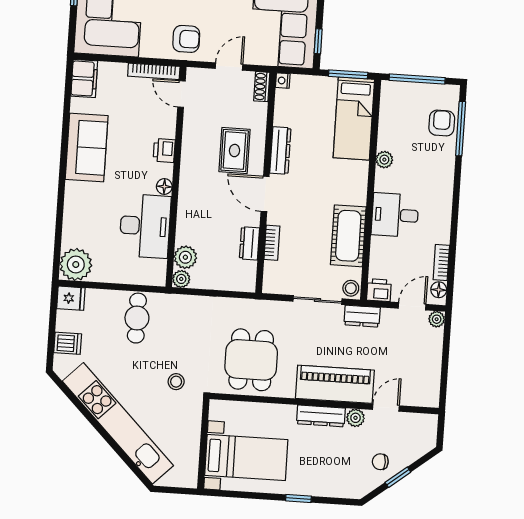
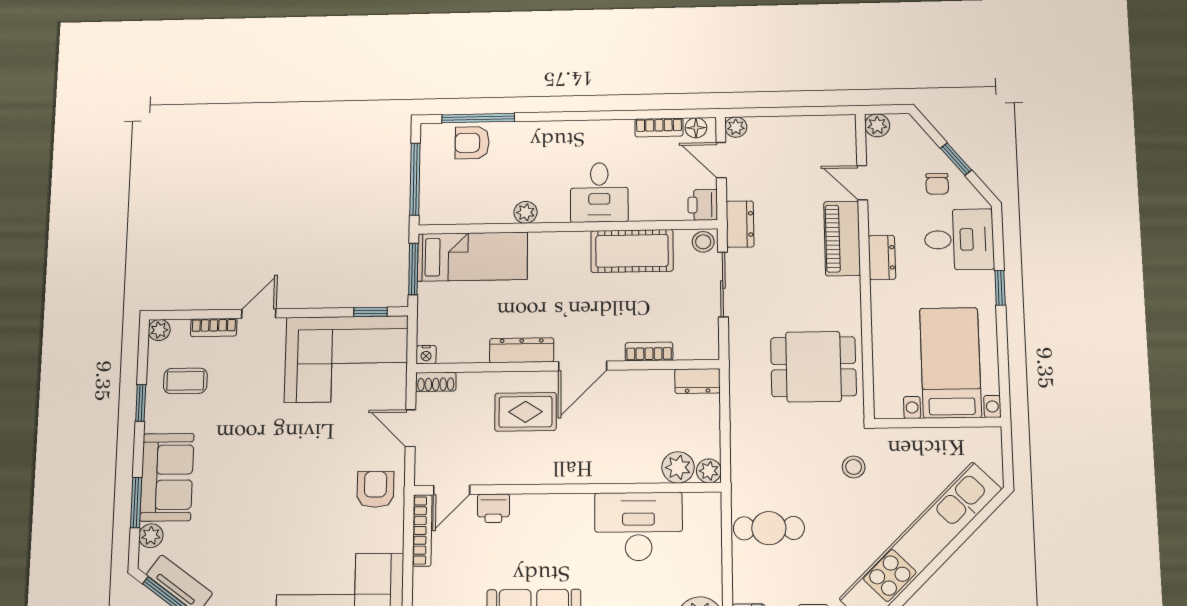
printer: (164, 150) -> (493, 508), moved
floor lamp: (164, 187) -> (581, 504), removed
dresser: (249, 243) -> (697, 381), moved
piano: (335, 384) -> (842, 238), width x0.73, depth x0.75
dresser: (321, 416) -> (882, 257), width x0.70
plant: (355, 418) -> (877, 125), moved
desk: (337, 473) -> (959, 240), added

